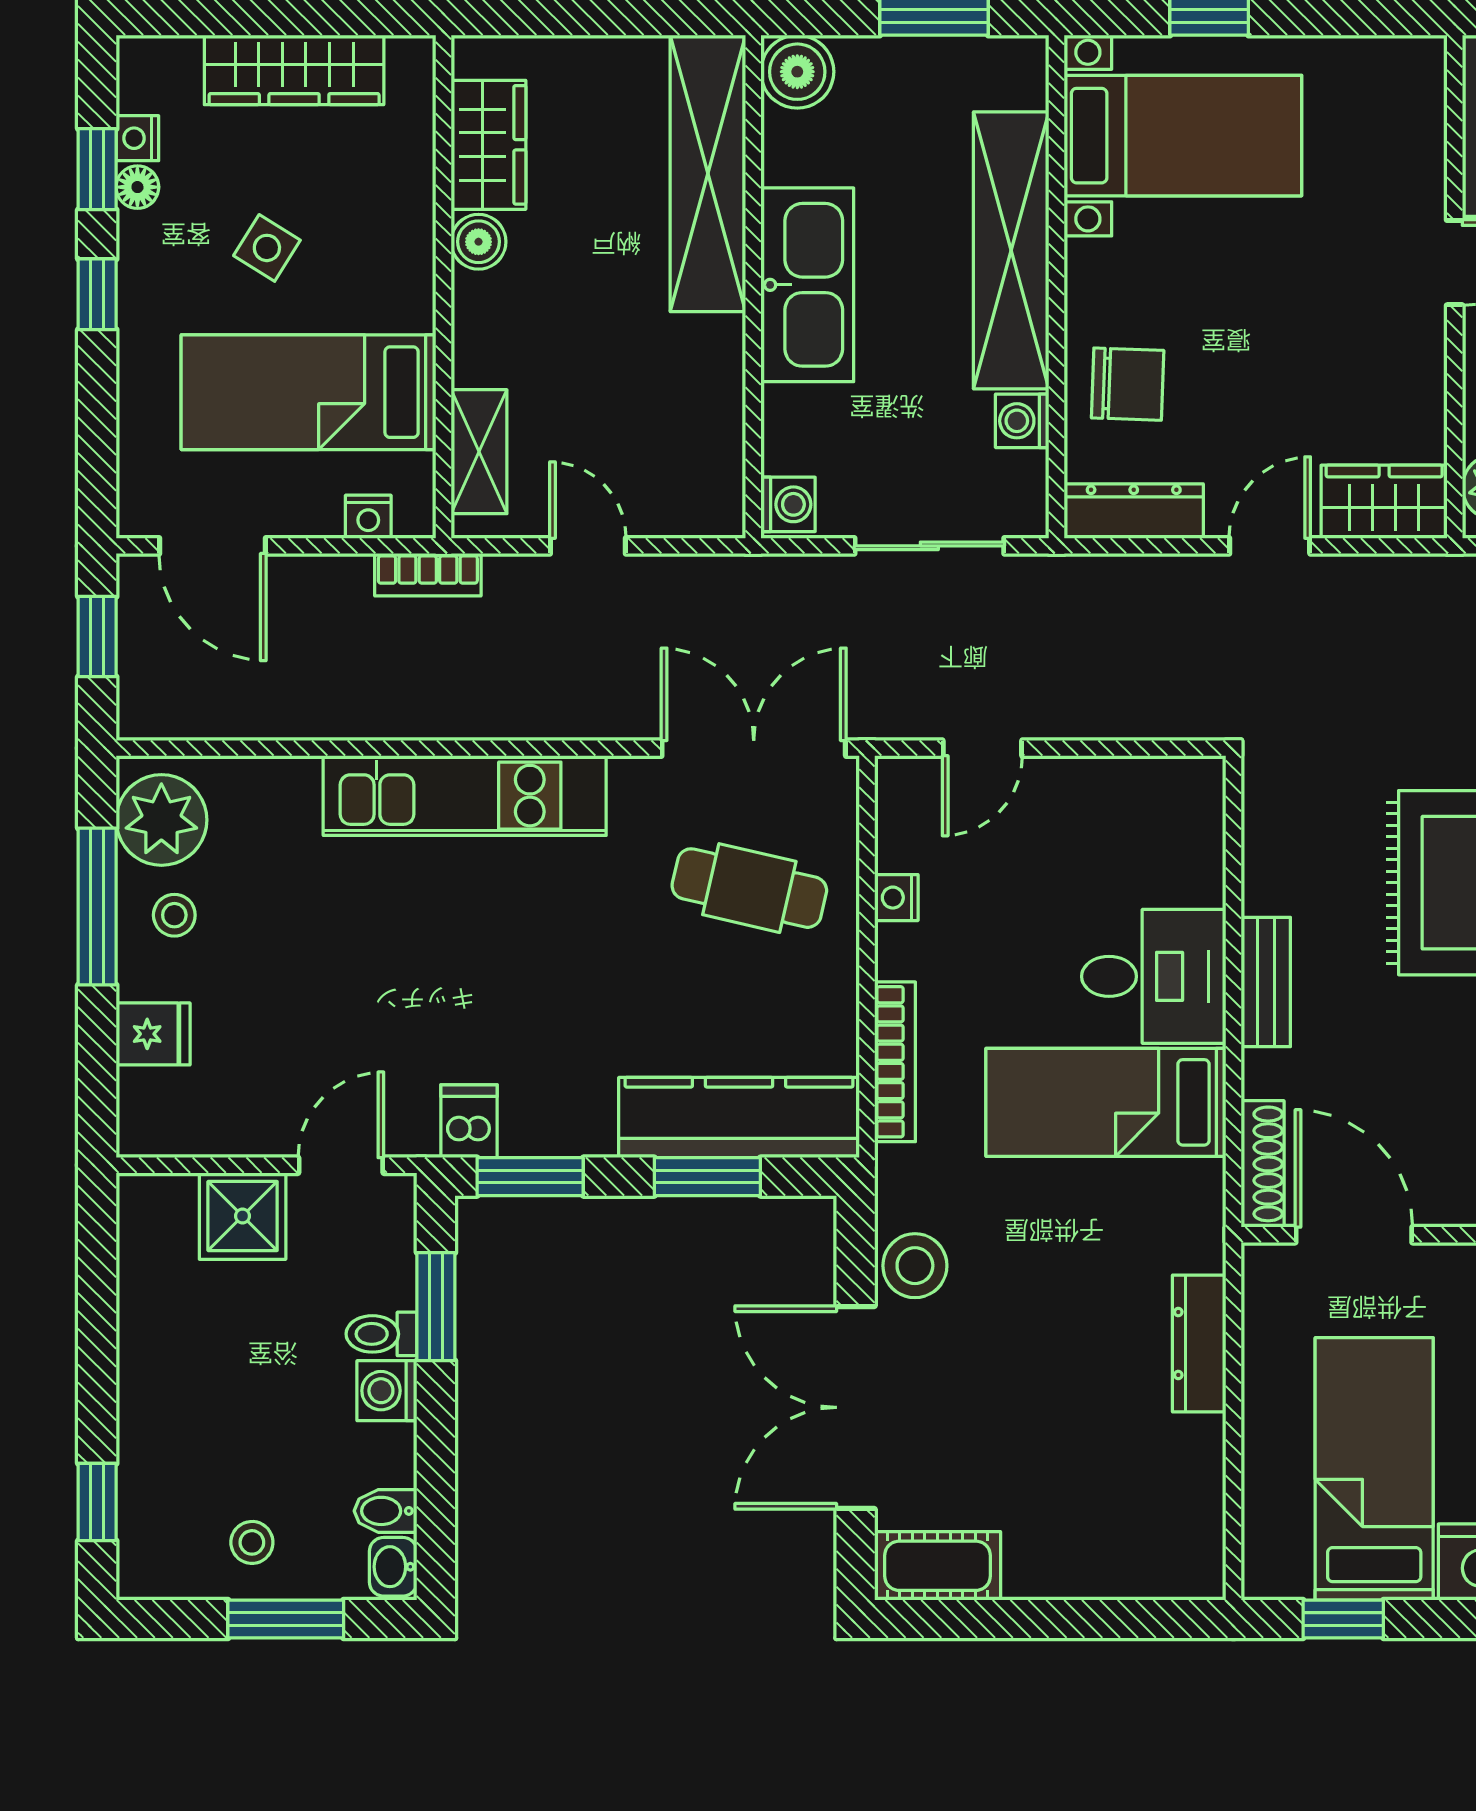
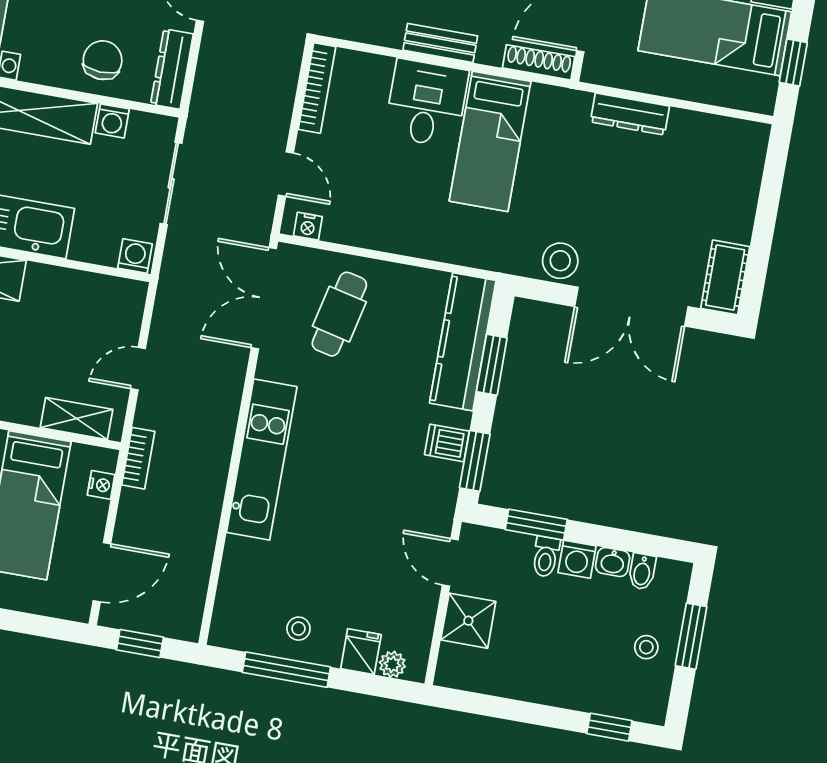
plant: (161, 820) -> (392, 664), moved, width x0.53, depth x0.53
nightstand: (896, 898) -> (308, 226), moved
bookcase: (895, 1062) -> (317, 88), moved, turned 90
dishwasher: (469, 1121) -> (447, 443), moved
washbasin: (393, 1567) -> (613, 562), moved

